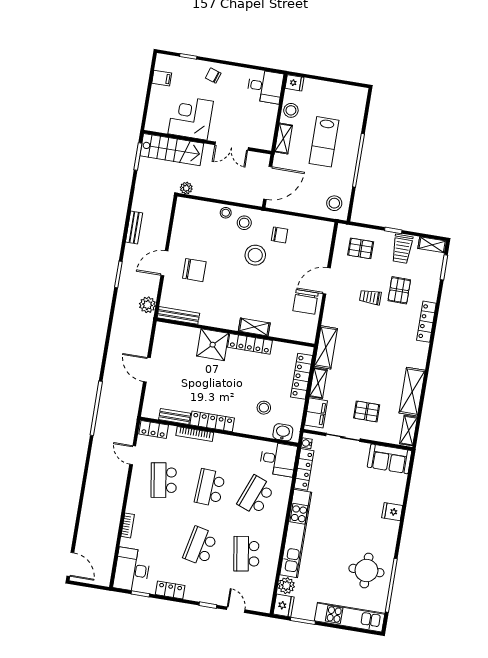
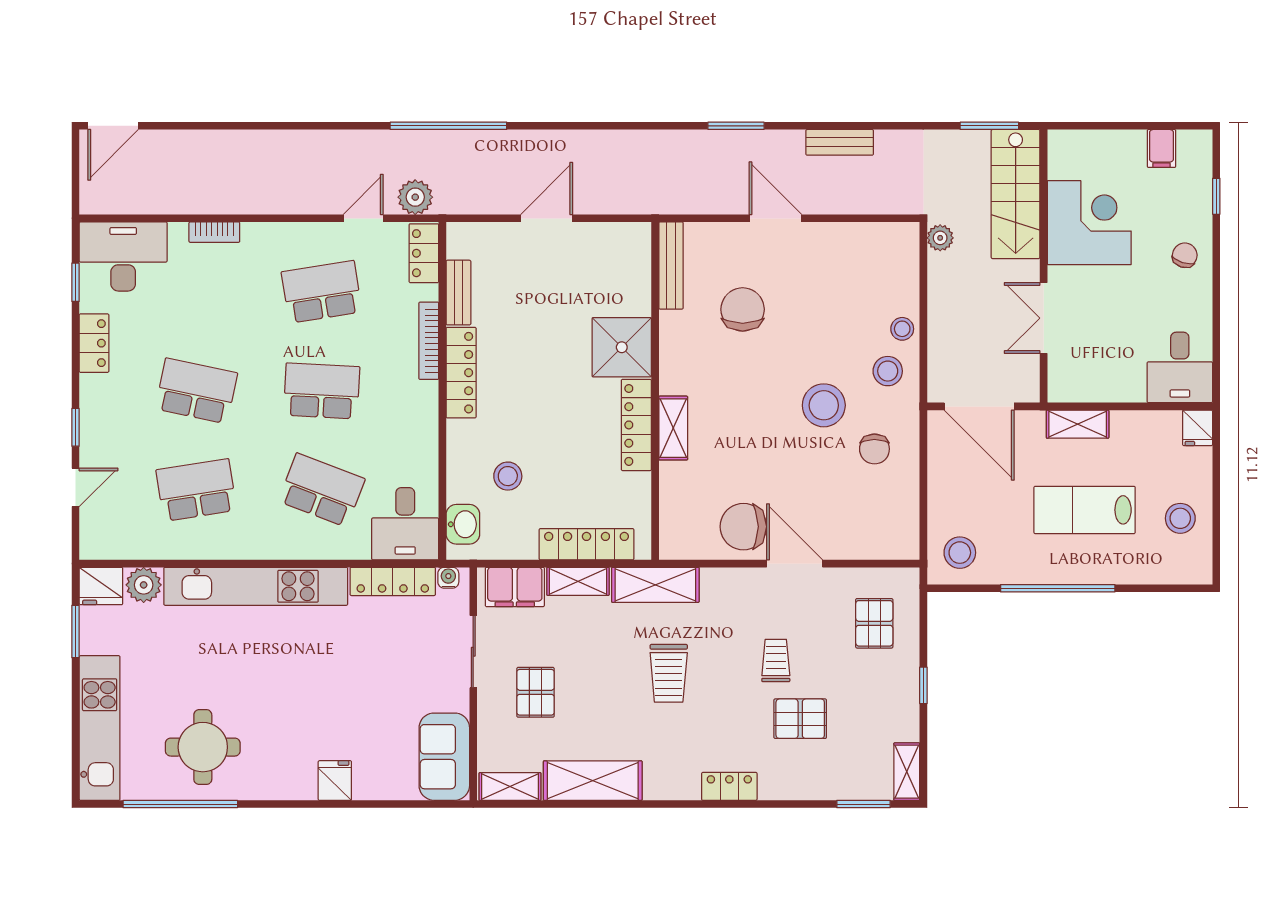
stool: (291, 110) -> (1180, 518), moved
trolley: (402, 249) -> (669, 673), moved, turned -90
chair: (194, 270) -> (743, 309), moved, turned 180
plant: (147, 305) -> (415, 197), moved
locker: (426, 322) -> (729, 786), width x0.66

